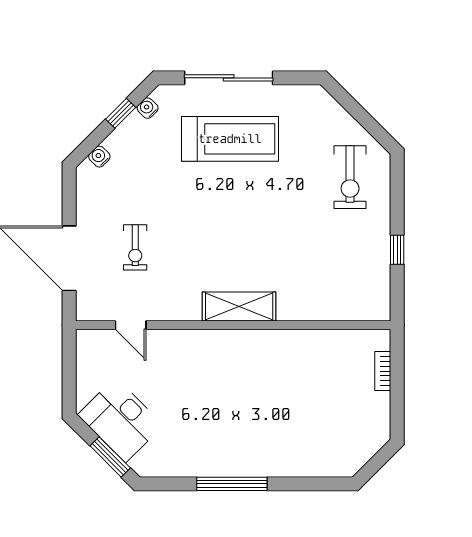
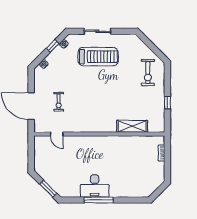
sliding door: (229, 78) -> (97, 31), width x0.73
shelving: (239, 307) -> (132, 126), moved
desk: (120, 420) -> (95, 186), moved, turned -45

